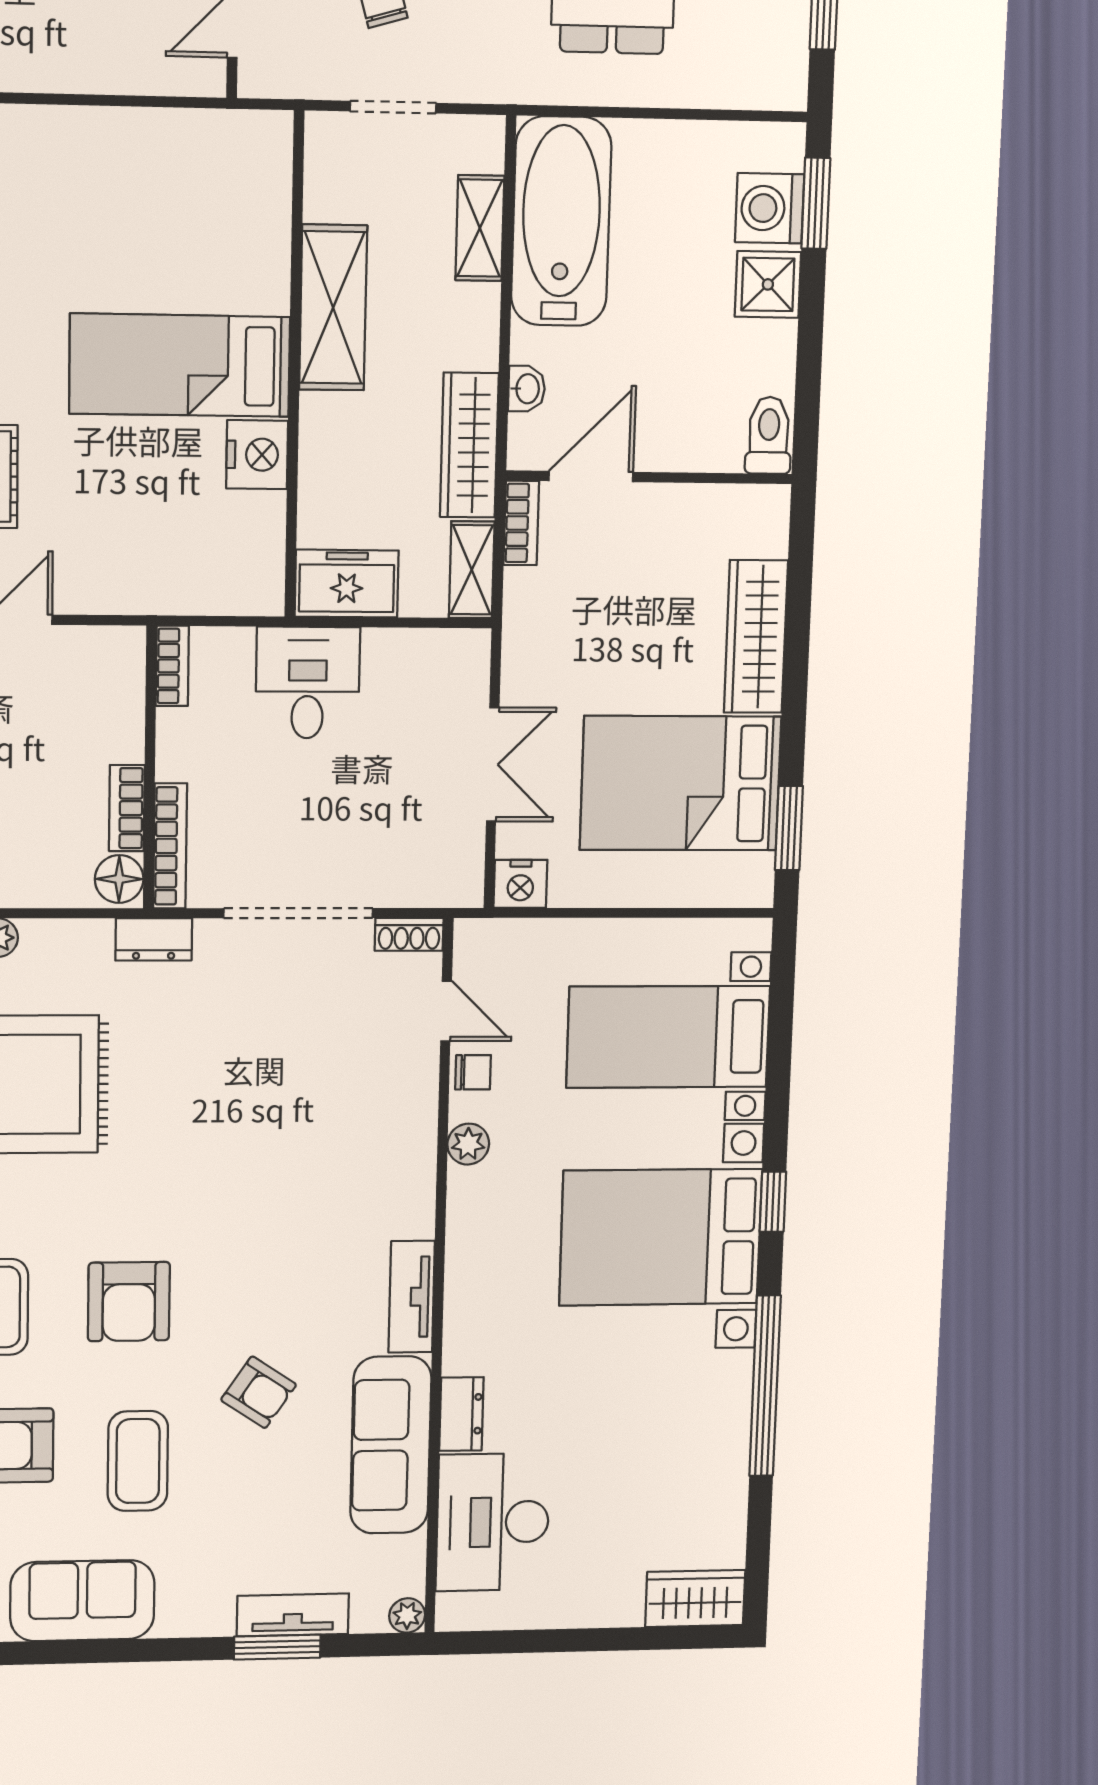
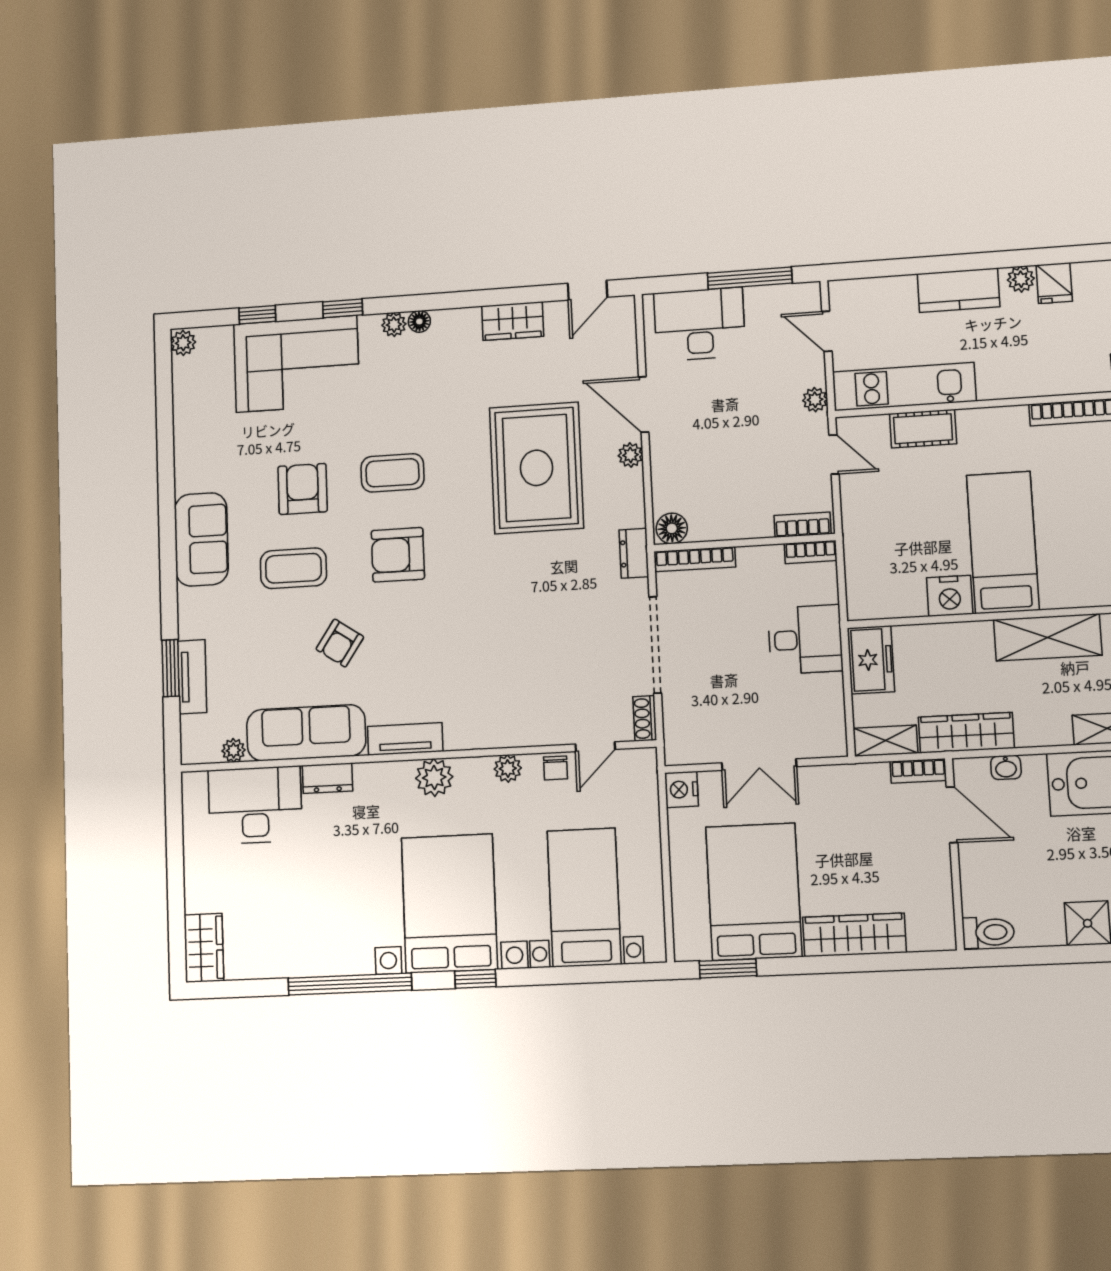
bookcase: (127, 808) -> (802, 525), moved
plant: (473, 1255) -> (434, 778), added
plant: (407, 1615) -> (234, 750), moved

